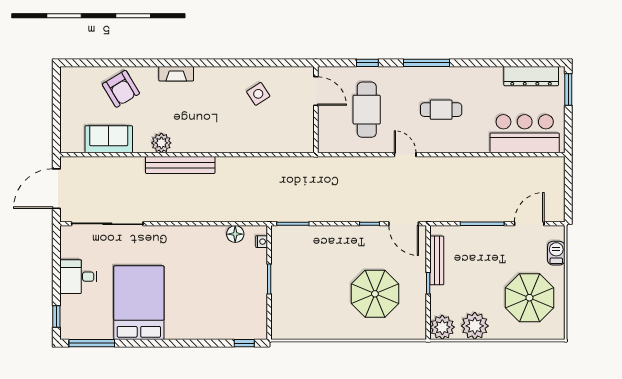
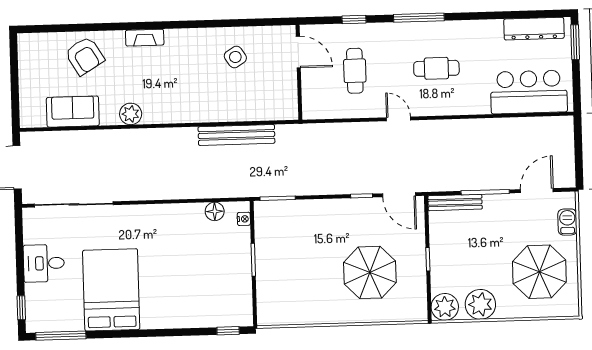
cafe table: (367, 110) -> (355, 71), width x0.73, depth x0.74
bench: (180, 165) -> (236, 135), moved
bench: (437, 260) -> (455, 202), moved, turned 90

